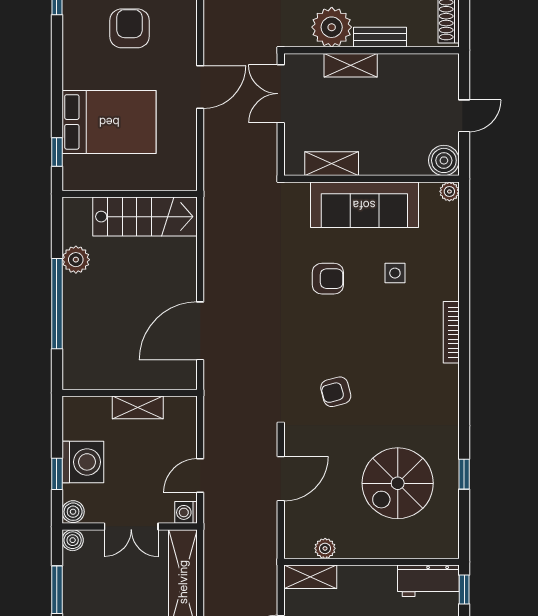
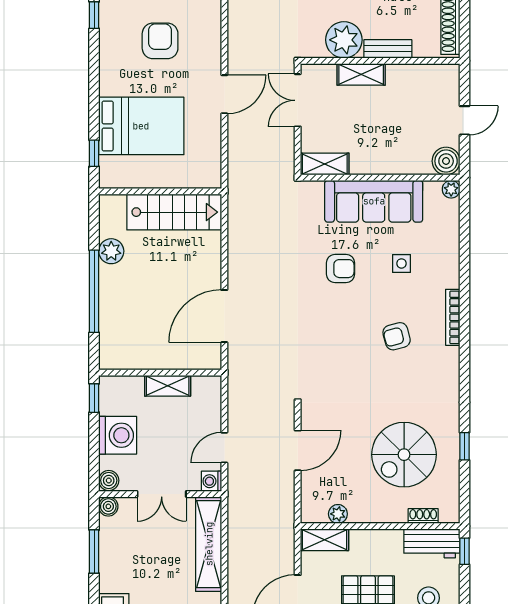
shelving: (332, 164) -> (325, 164), moved
armchair: (336, 392) -> (397, 336), moved
window: (57, 474) -> (94, 398), moved
shoe rack: (419, 551) -> (423, 516), added

